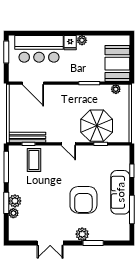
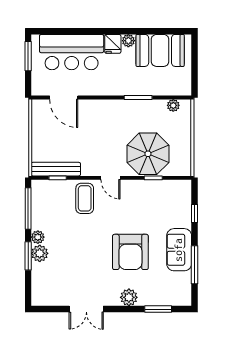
booth: (117, 64) -> (160, 50), moved, turned 90
coffee table: (34, 160) -> (85, 198), moved
sofa: (120, 192) -> (179, 250), width x0.73
plant: (13, 213) -> (38, 237), moved
window: (93, 243) -> (158, 309), moved

